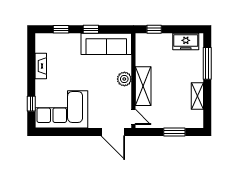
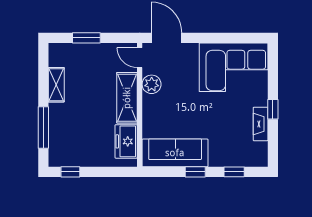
window: (154, 29) -> (70, 172), moved
freezer: (186, 42) -> (126, 141), moved, turned -90
plant: (124, 79) -> (152, 84), moved
window: (31, 104) -> (273, 109), moved

